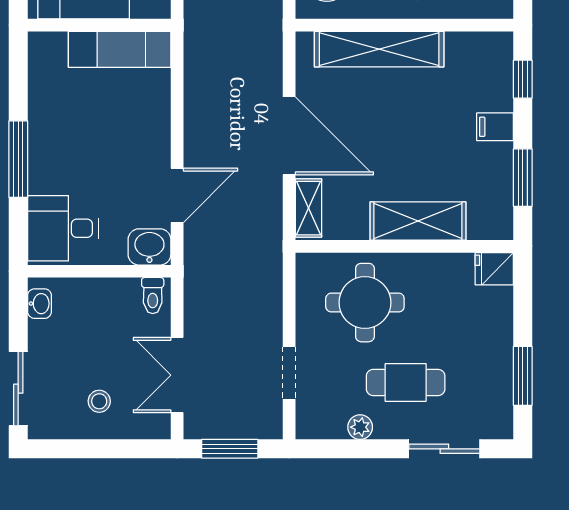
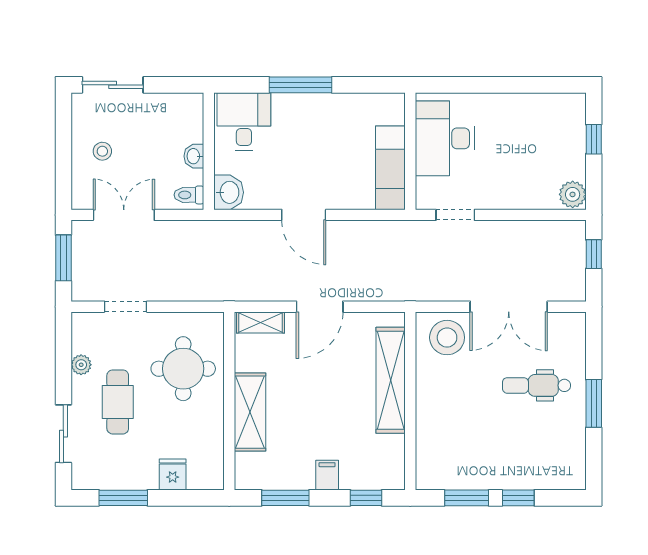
door: (289, 136) -> (320, 307), width x0.73
door: (177, 195) -> (304, 215), moved
fridge: (494, 269) -> (173, 474), moved
washbasin: (40, 304) -> (194, 156), moved, turned 90

